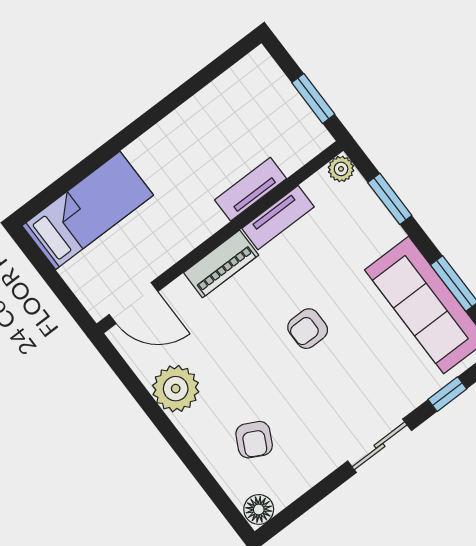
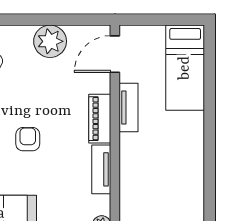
tv unit: (251, 189) -> (128, 107), moved

